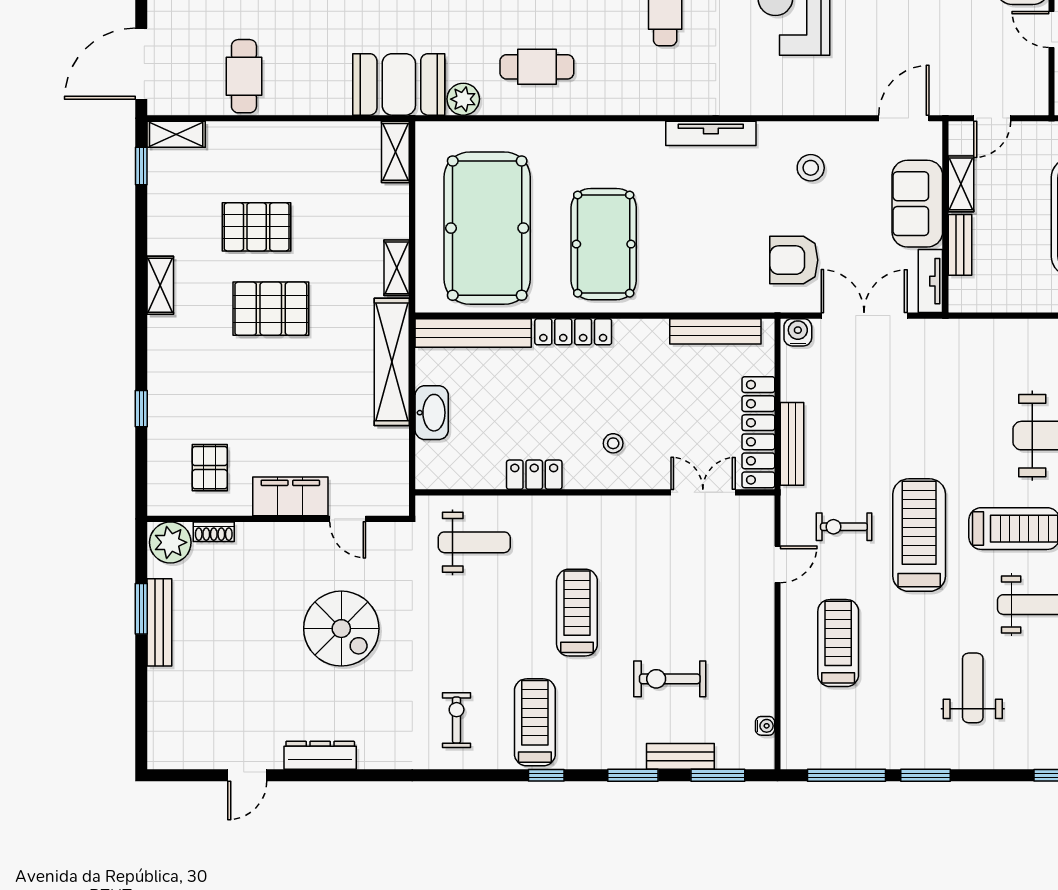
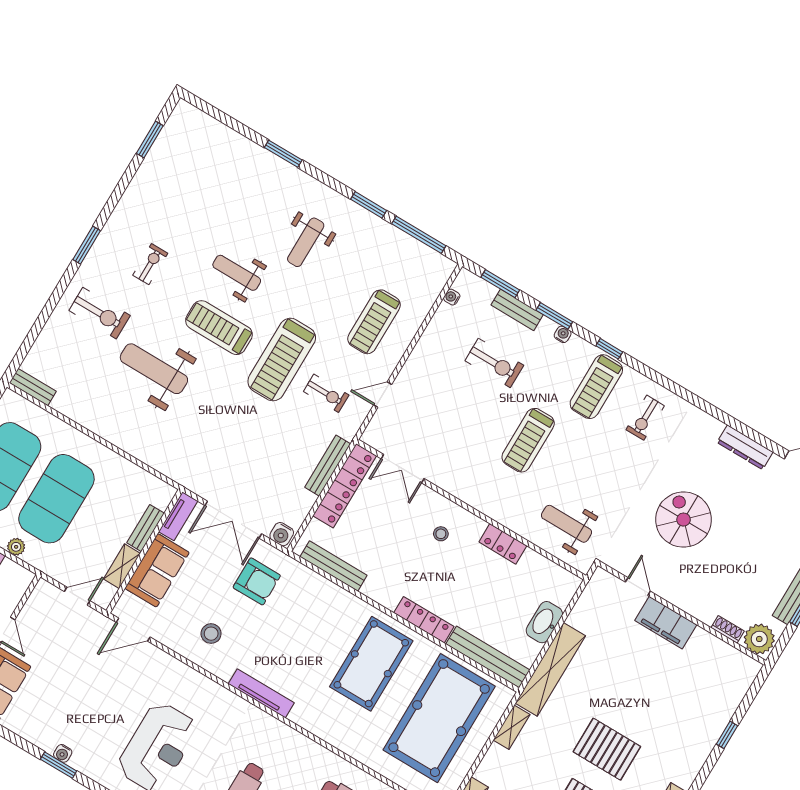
pallet: (210, 468) -> (706, 671), removed
water cooler: (610, 760) -> (563, 334), added

